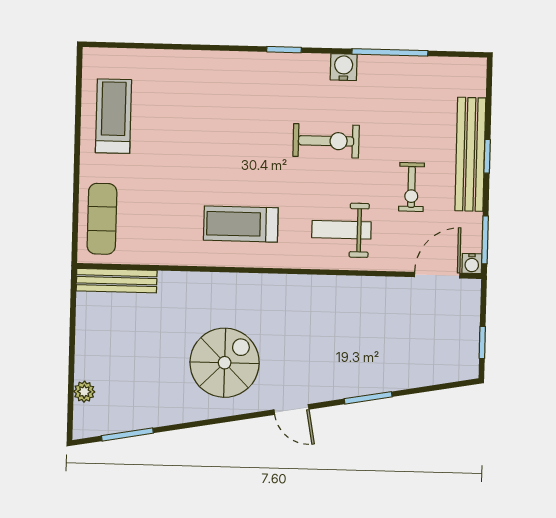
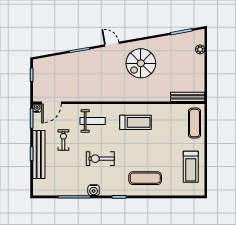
exercise mat: (221, 92) -> (145, 178), added

